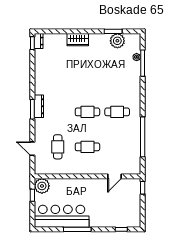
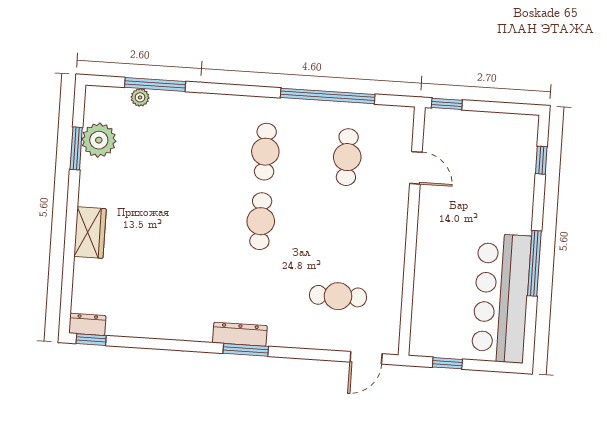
cafe table: (87, 147) -> (347, 157), moved
door: (32, 149) -> (366, 358), moved
plant: (42, 186) -> (427, 339), removed

